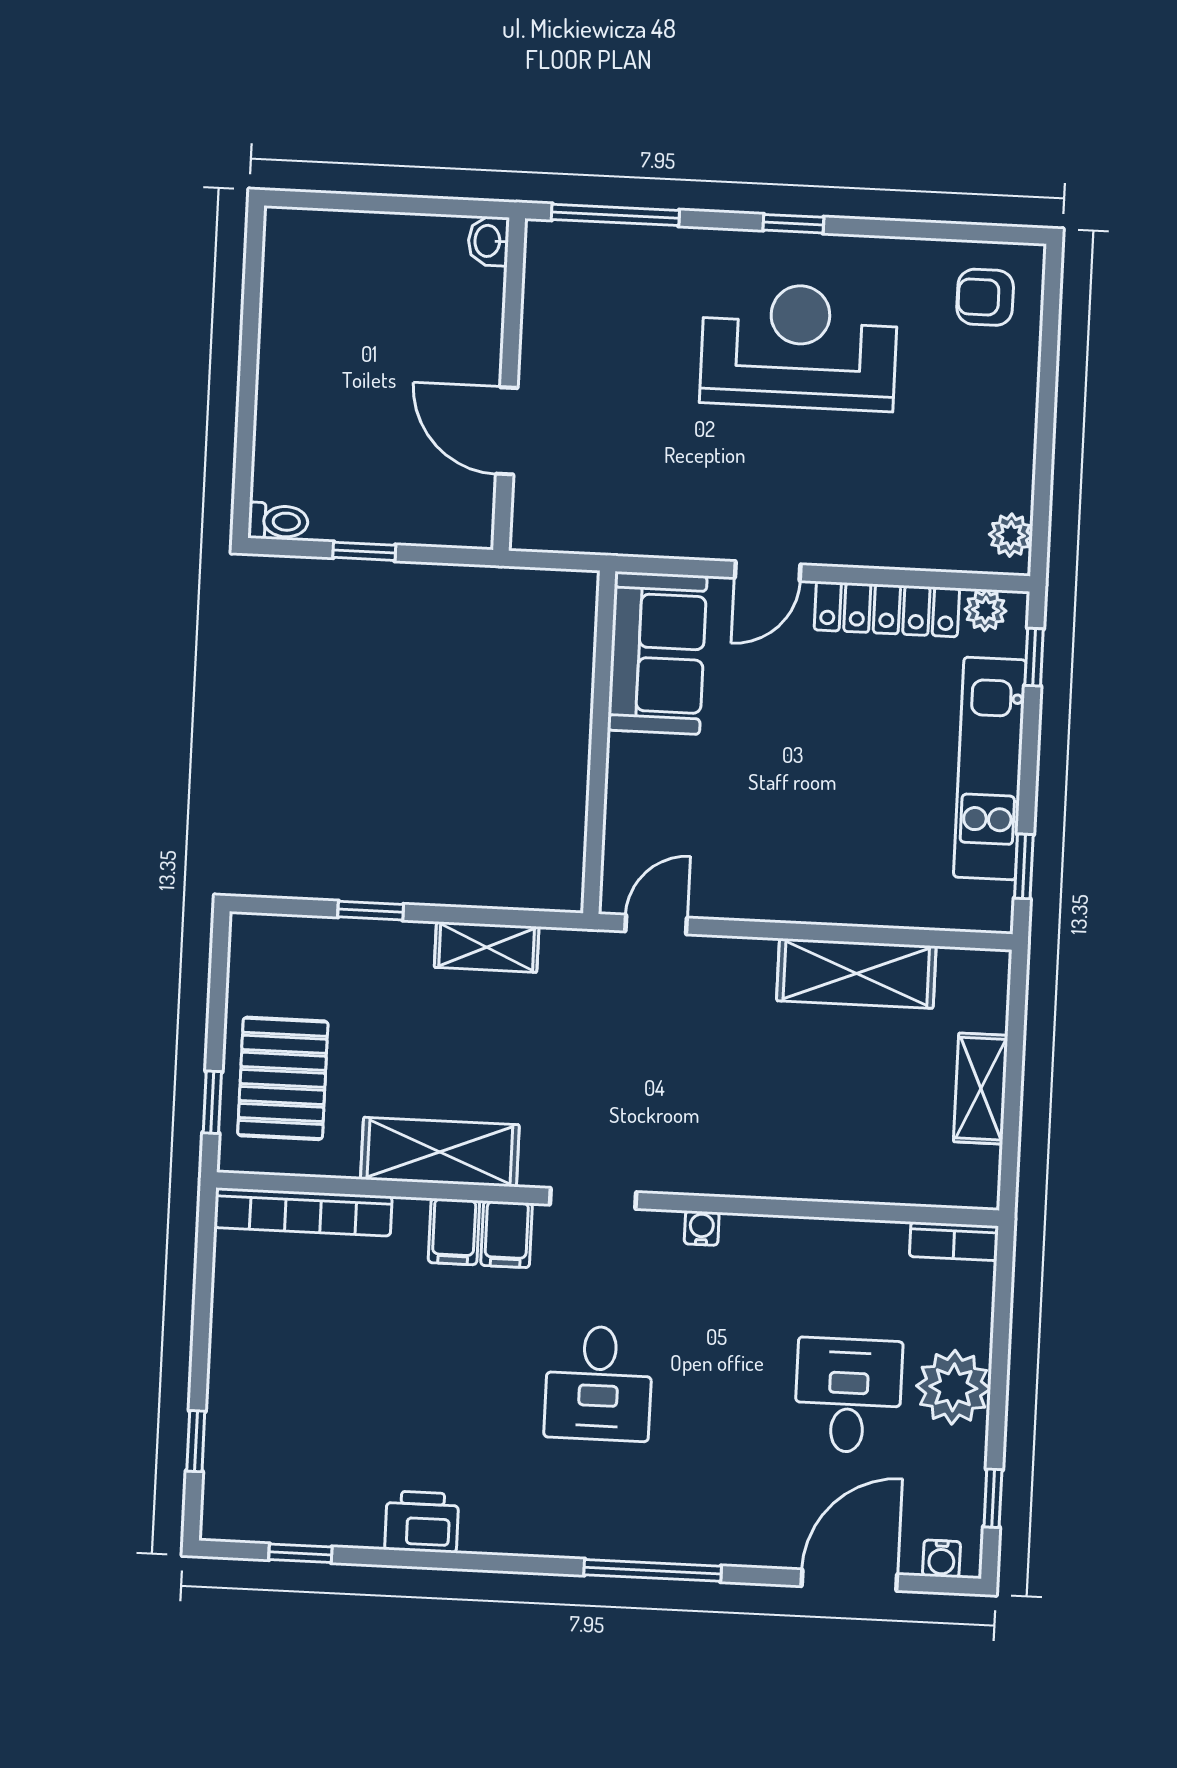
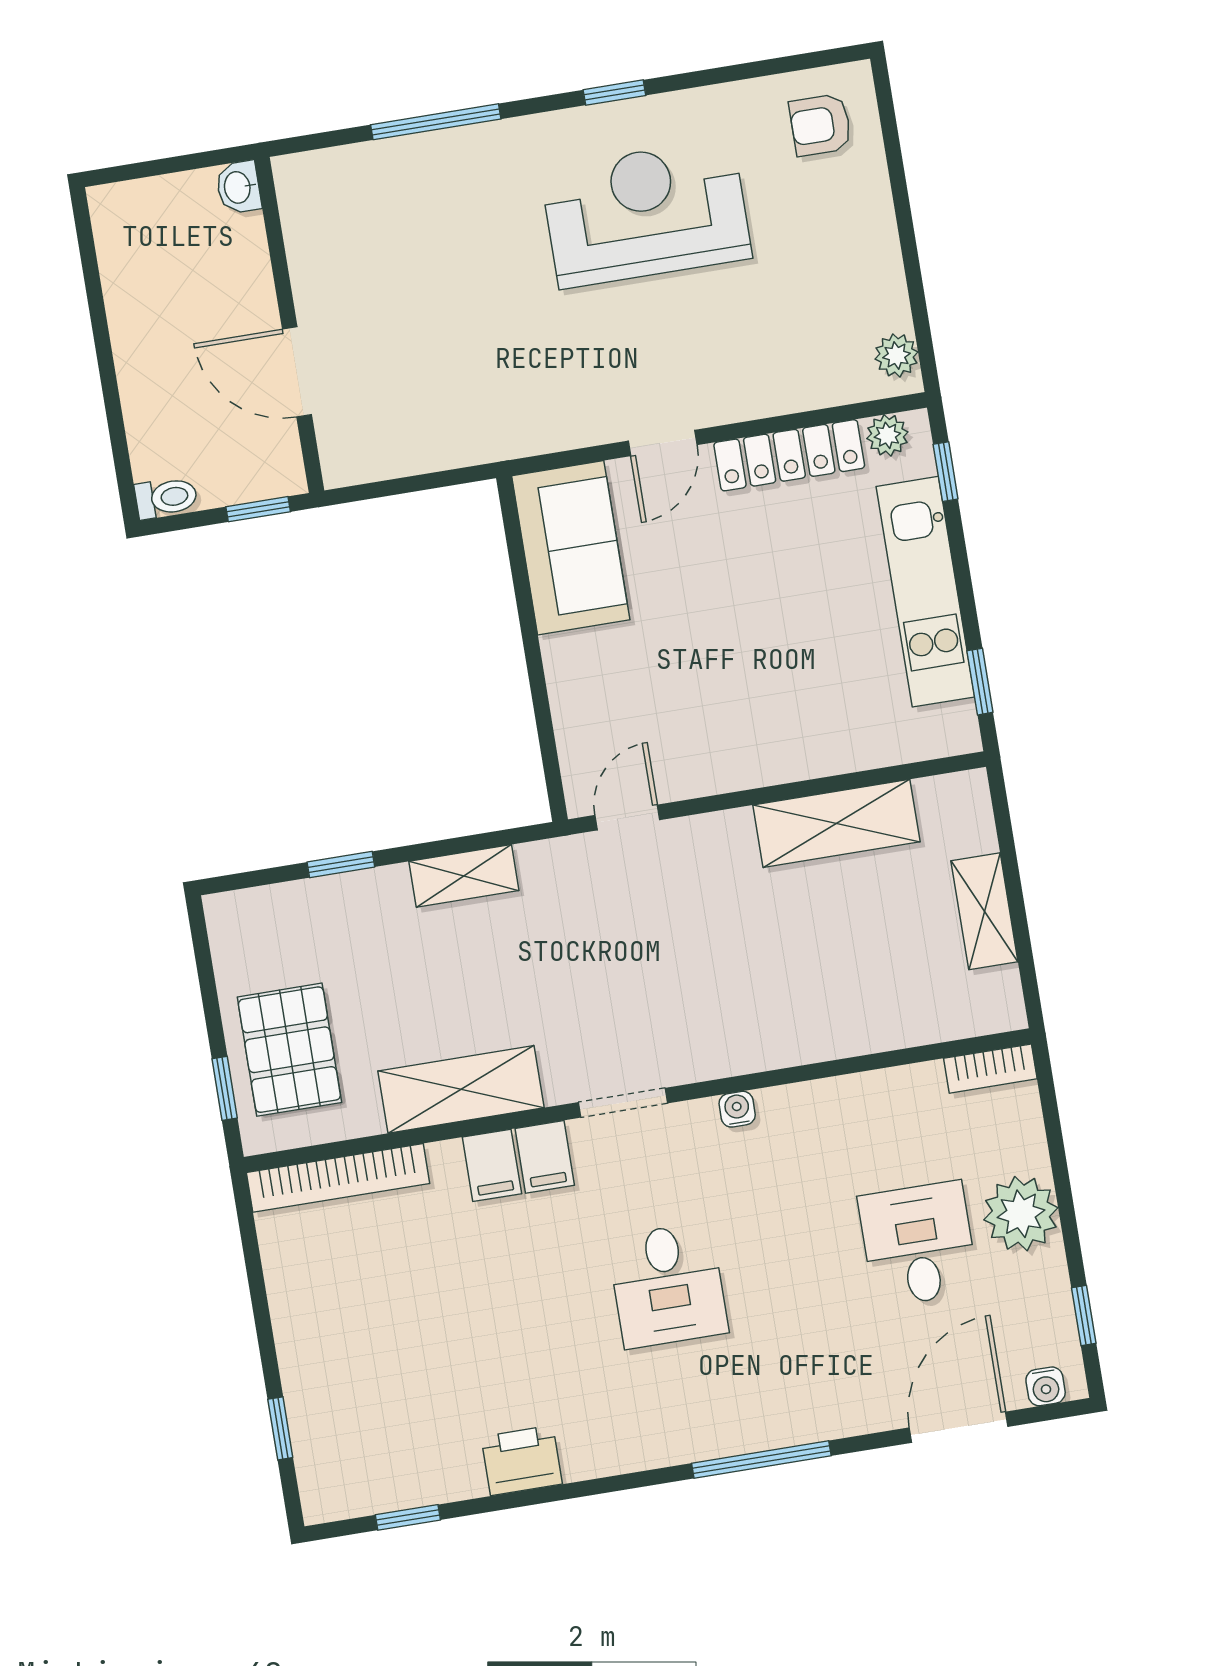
washbasin: (488, 241) -> (238, 187), moved
wall: (509, 384) -> (289, 325), moved
door: (507, 431) -> (297, 372), moved

